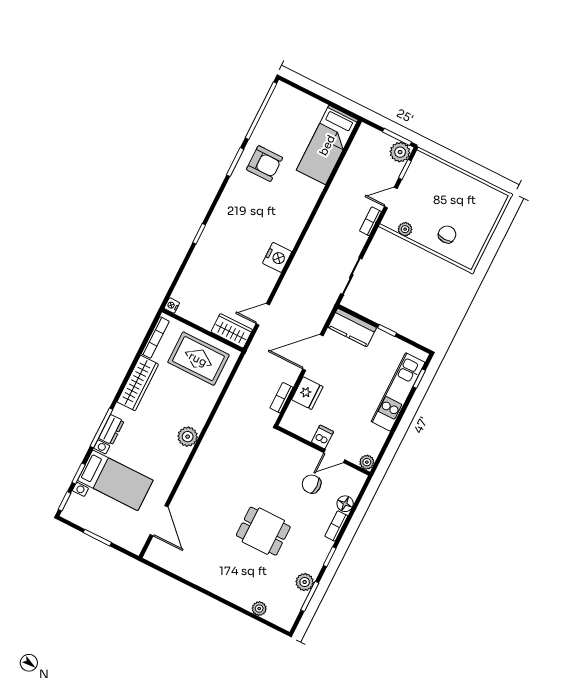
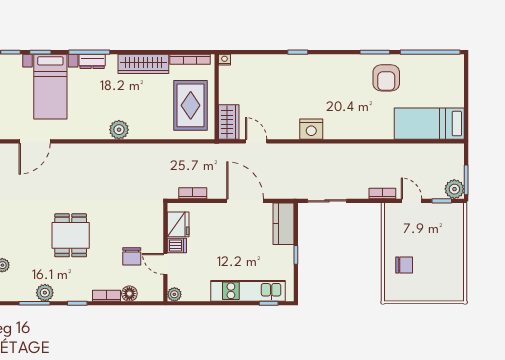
plant: (405, 229) -> (391, 227), removed
fridge: (307, 393) -> (178, 224), moved, turned -90
chair: (312, 484) -> (132, 256), turned 180

